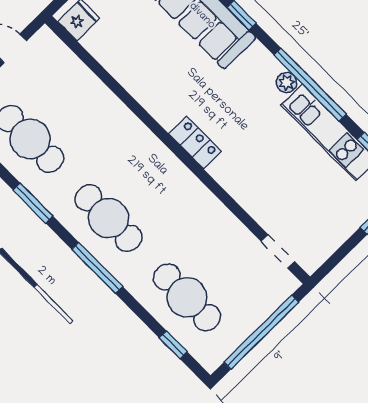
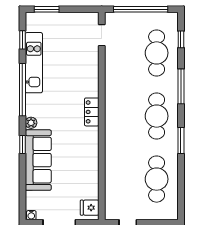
plant: (287, 83) -> (31, 123), moved
window: (33, 203) -> (181, 140), moved
window: (97, 268) -> (181, 86), moved

